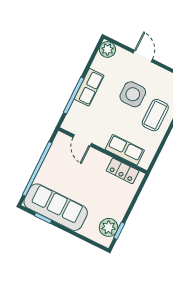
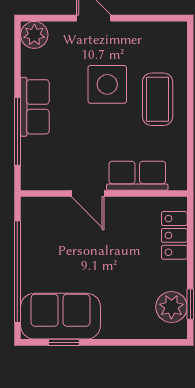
door: (82, 140) -> (88, 194), moved
locker: (123, 171) -> (174, 235), moved, turned 90
sofa: (56, 207) -> (61, 316), width x0.73

